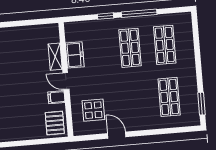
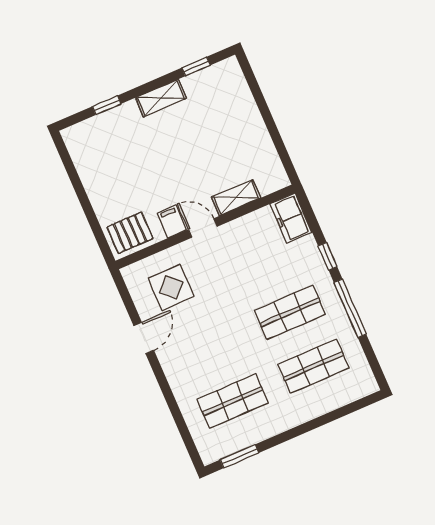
freezer: (75, 55) -> (291, 218), moved, turned 90
door: (66, 81) -> (203, 228), hinge flipped

